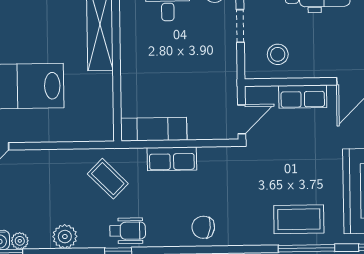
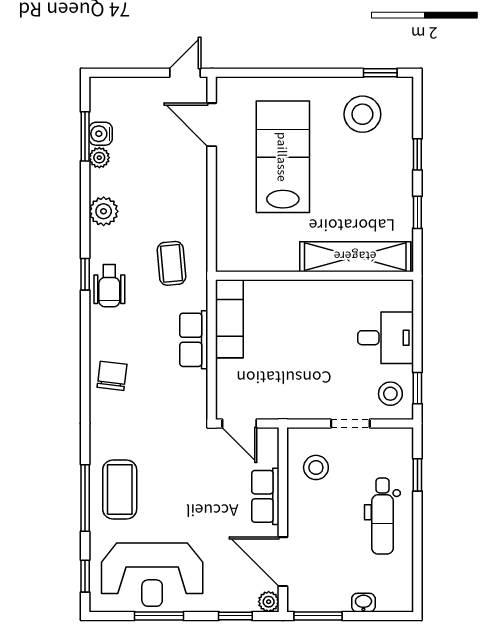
coffee table: (108, 179) -> (171, 263), turned -50

